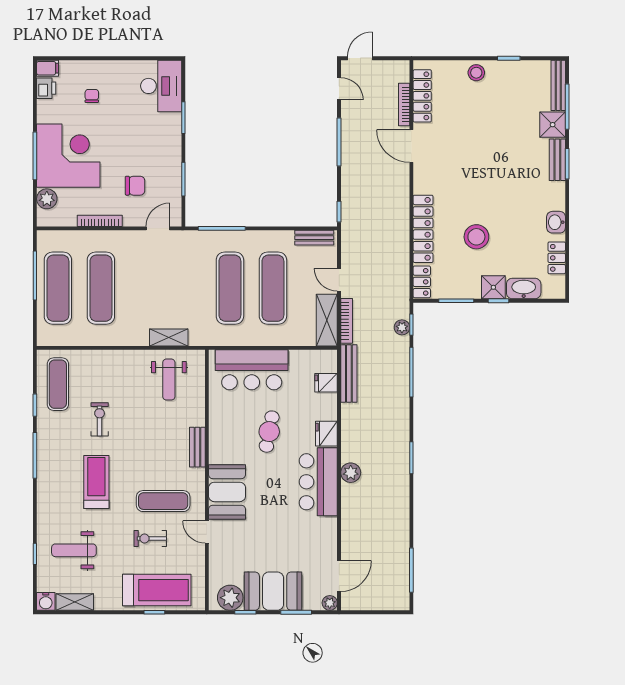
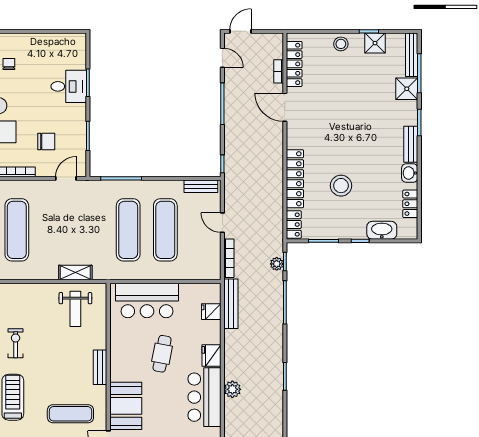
desk: (161, 86) -> (69, 86), moved, width x0.73
bookcase: (404, 104) -> (279, 71), width x0.64
bench: (557, 160) -> (411, 144), moved
shower: (493, 287) -> (375, 43), moved
shelving: (327, 320) -> (212, 258), removed

